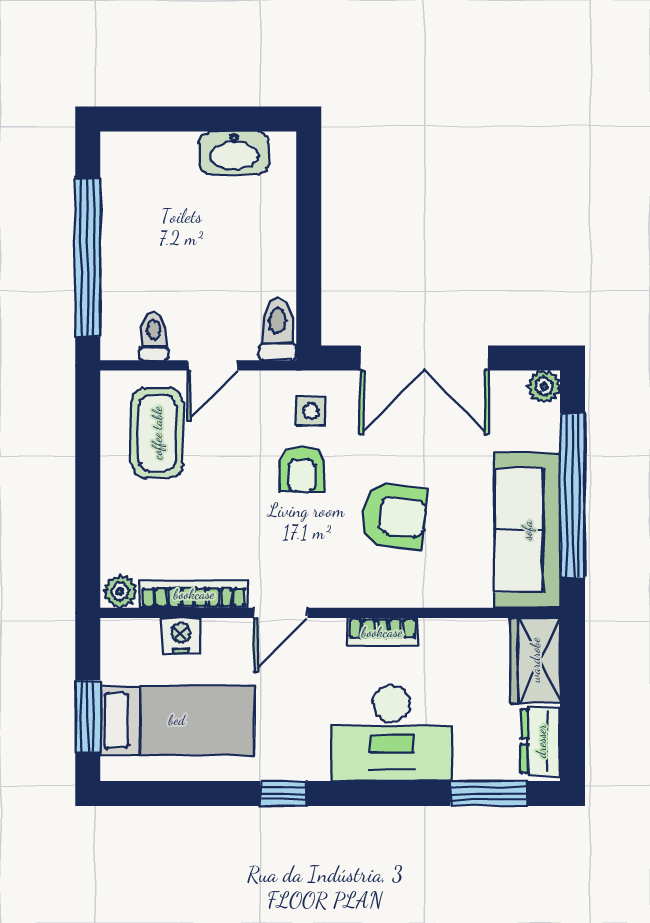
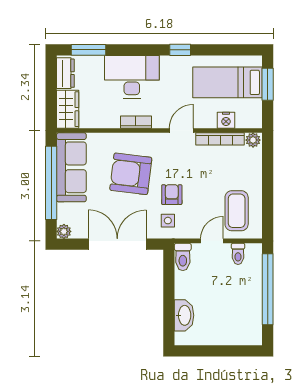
washbasin: (234, 153) -> (184, 315), moved, turned 90
armchair: (394, 516) -> (131, 174), width x1.36, depth x1.36

